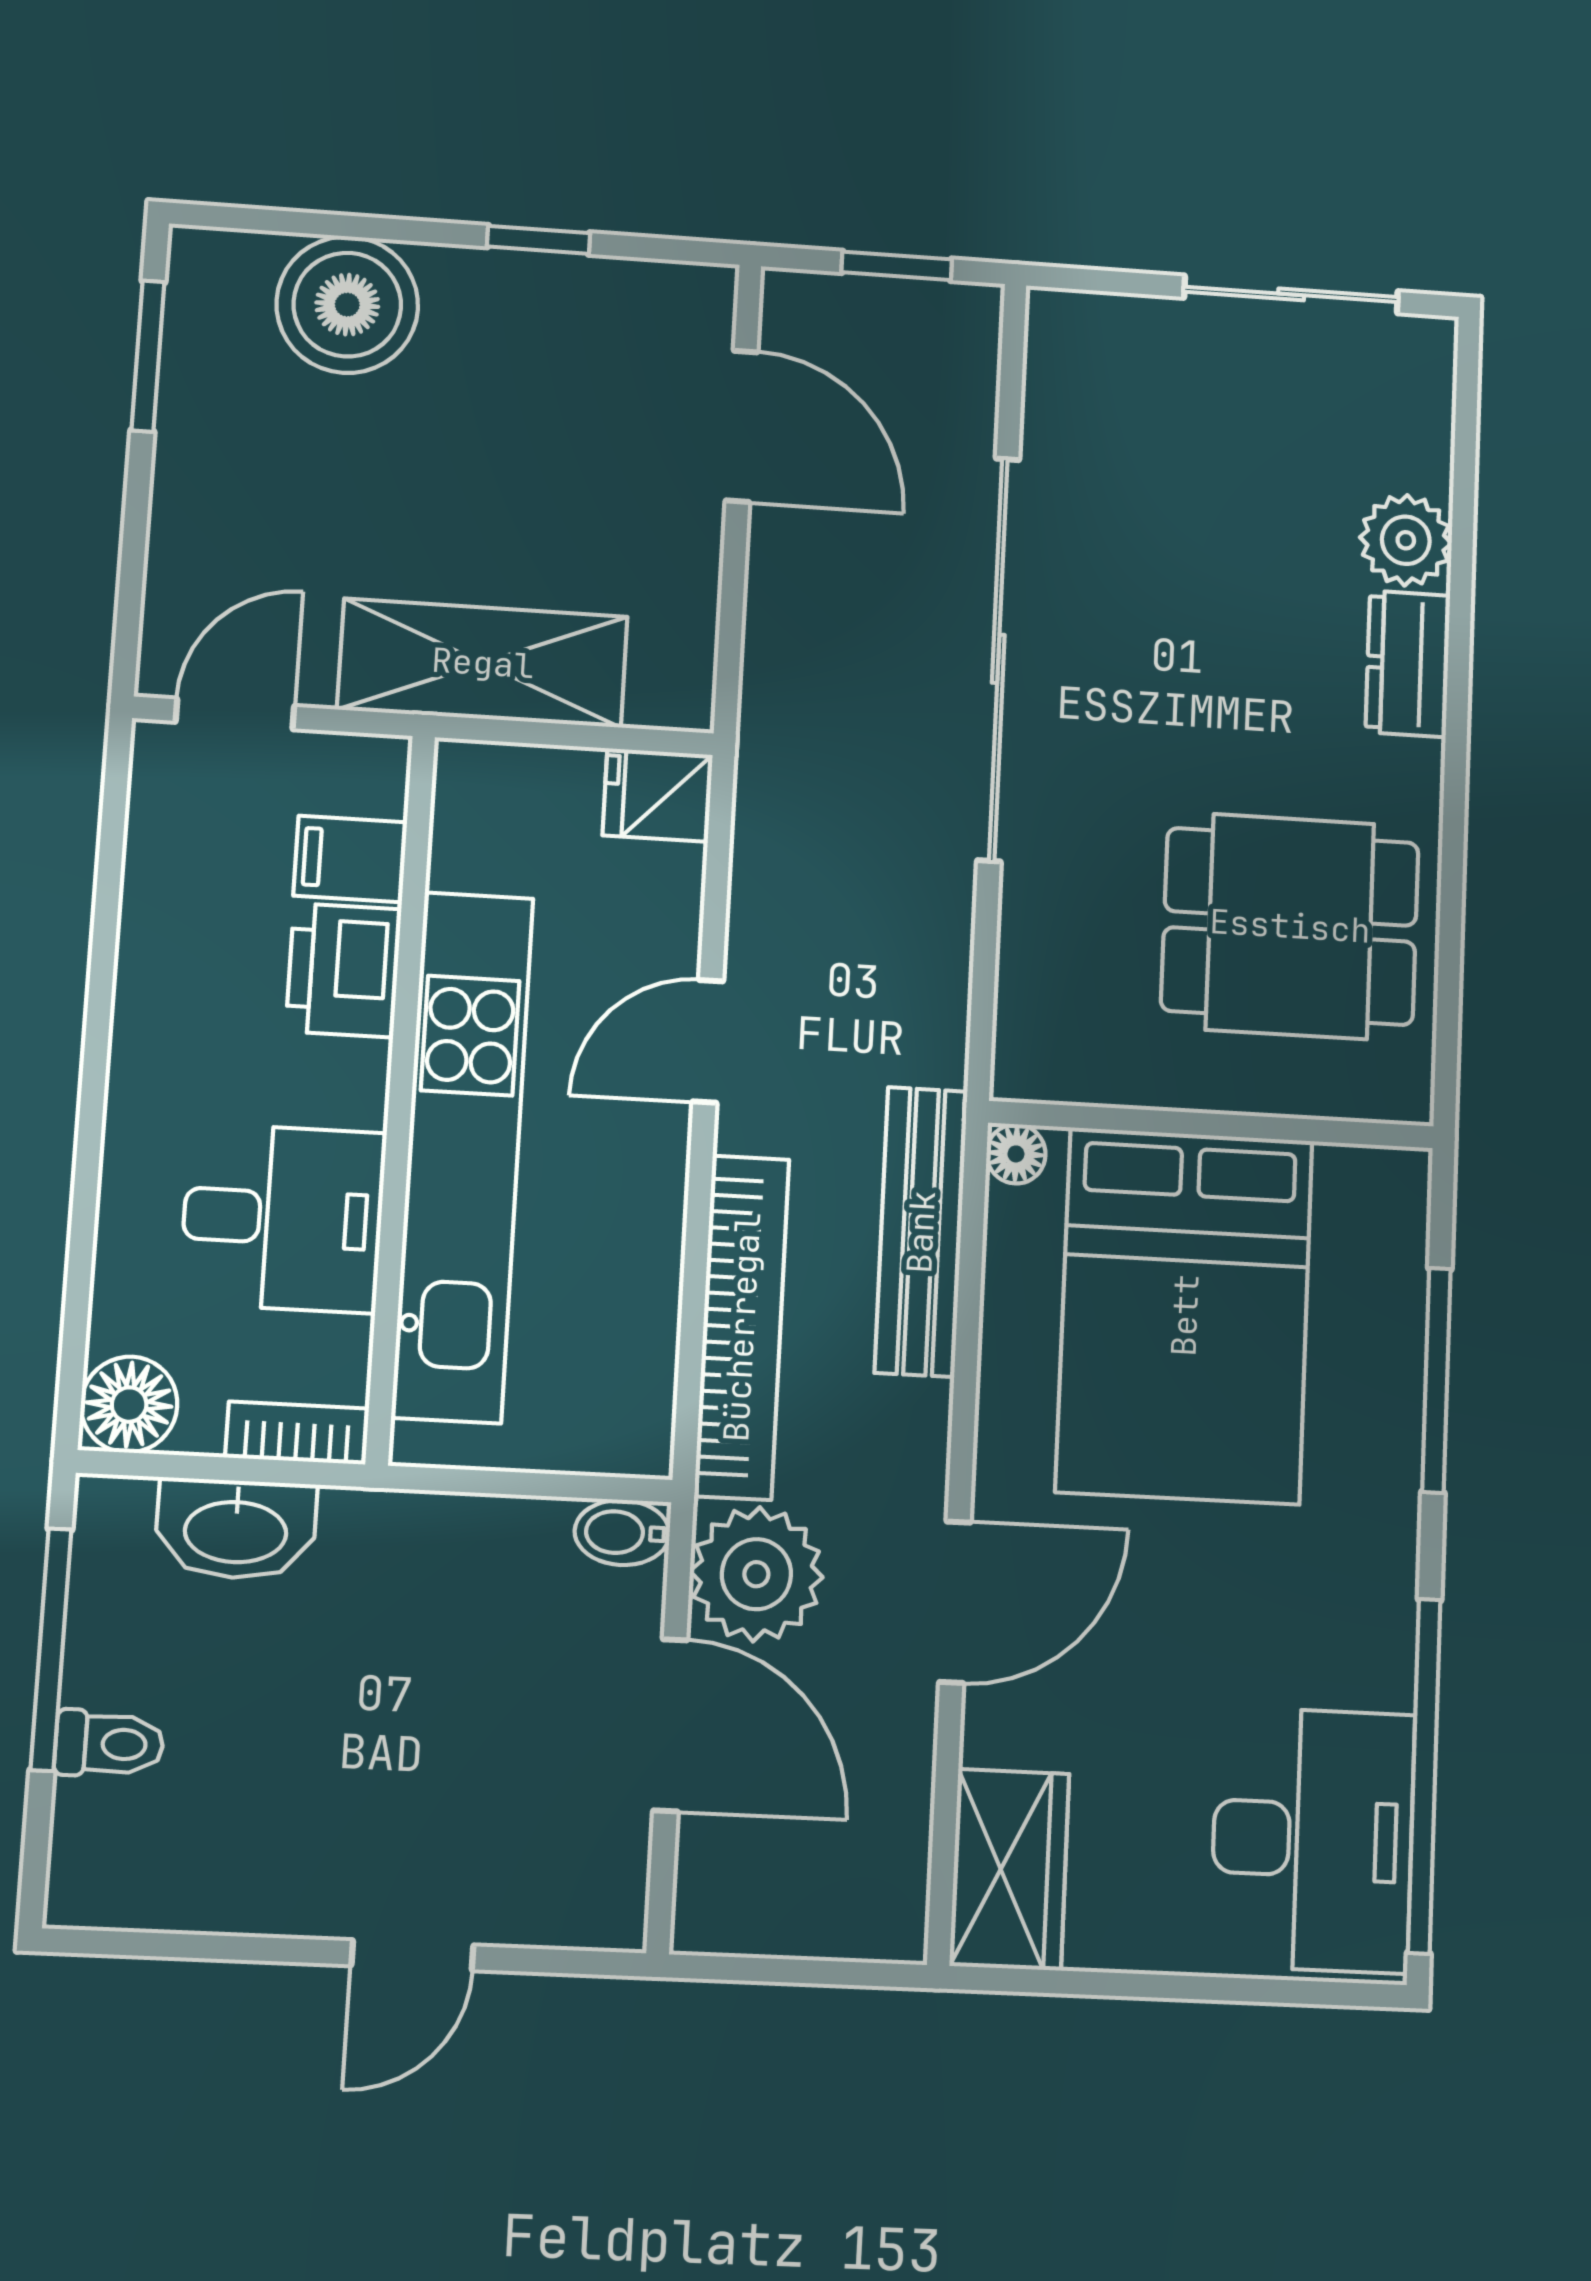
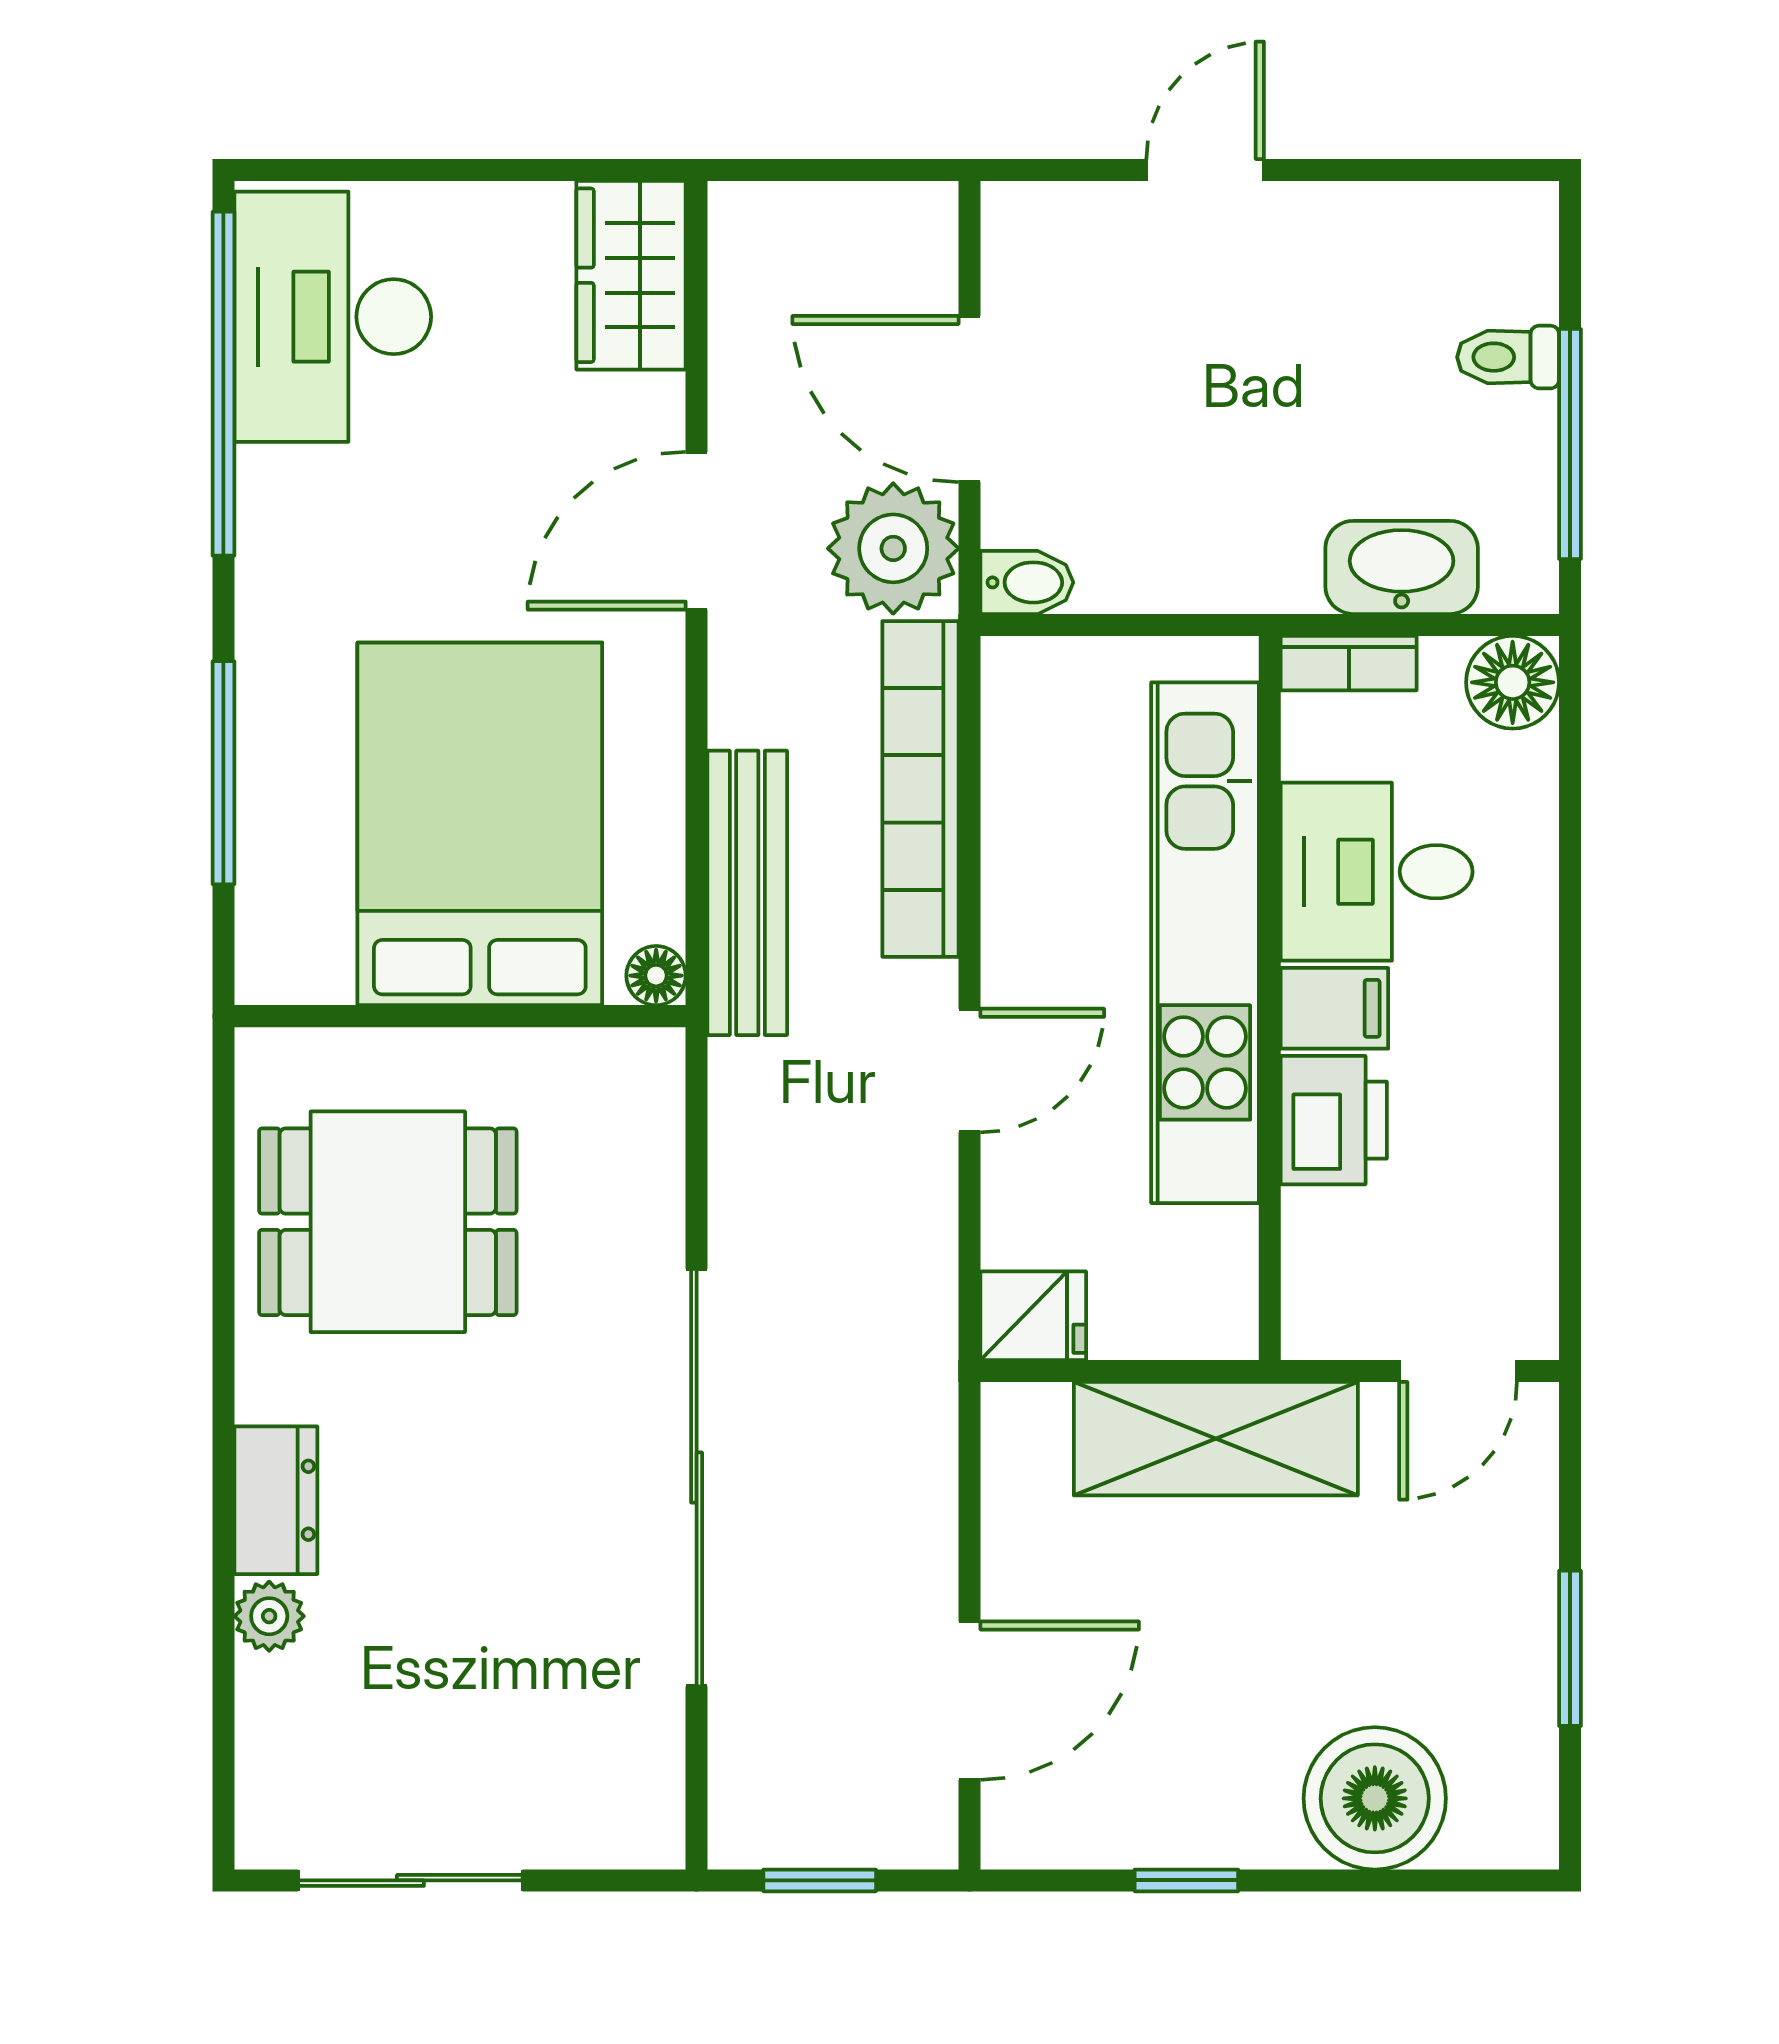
window: (148, 356) -> (1570, 1648), moved
door: (742, 426) -> (970, 1701), swing flipped
plant: (1406, 540) -> (269, 1616), width x0.73, depth x0.73
filing cabinet: (350, 859) -> (1334, 1008), moved

